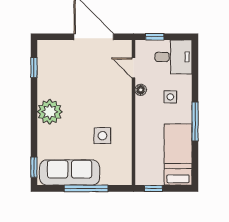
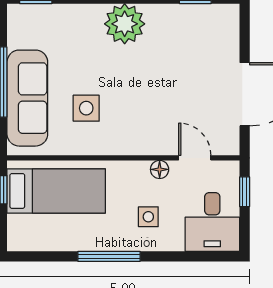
door: (133, 68) -> (195, 158), hinge flipped
bed: (178, 155) -> (56, 191), moved
sofa: (70, 172) -> (27, 98), moved

